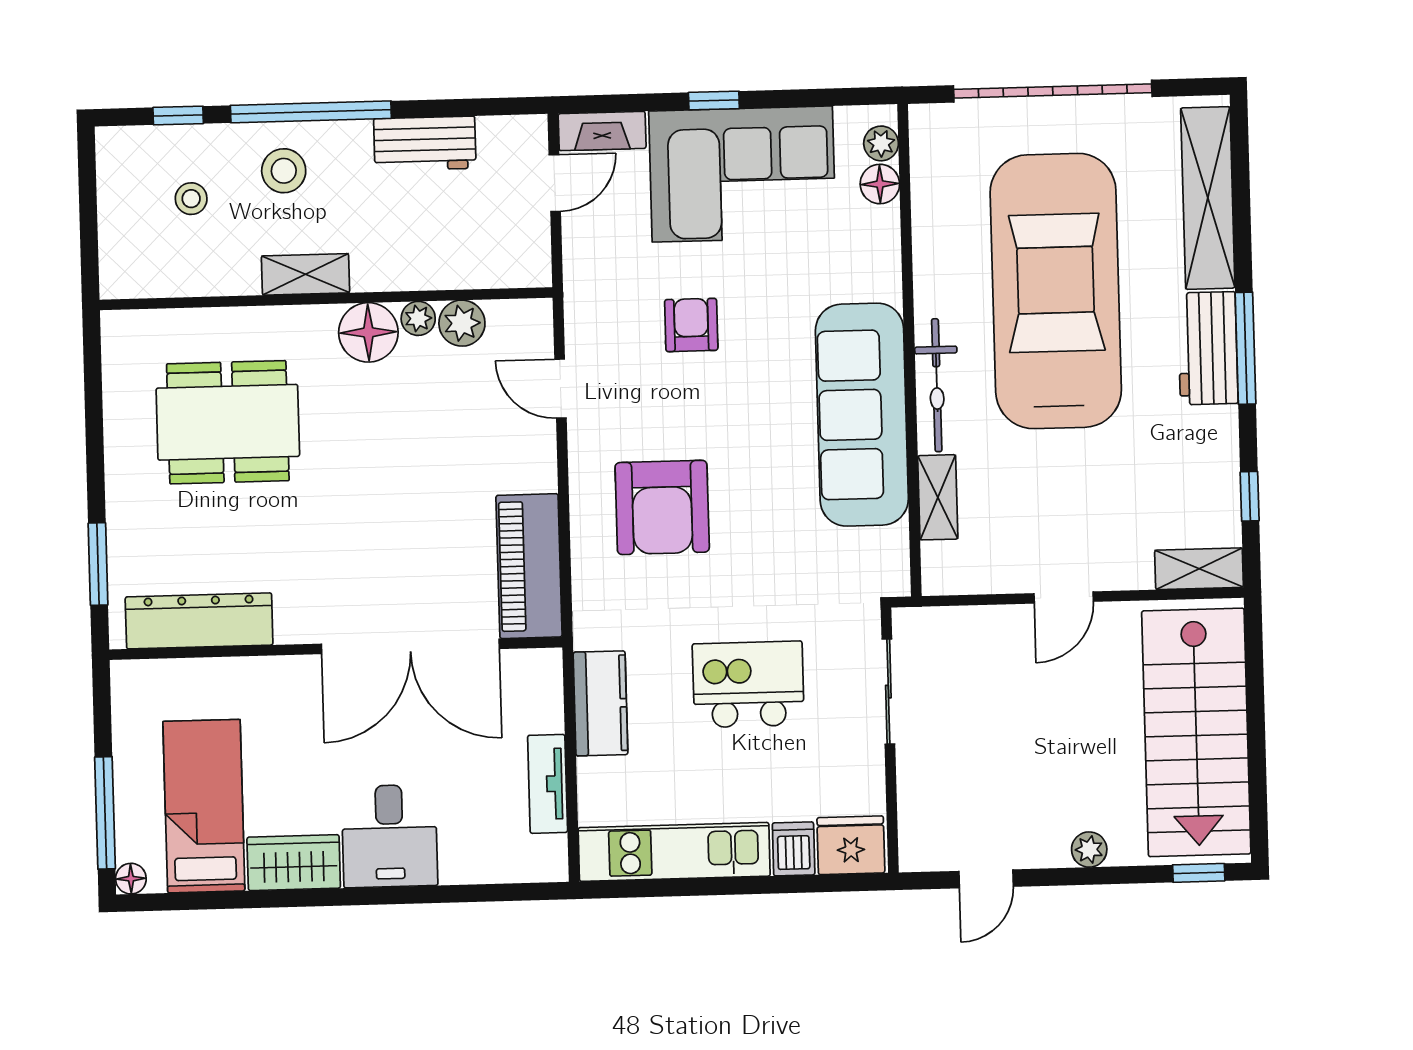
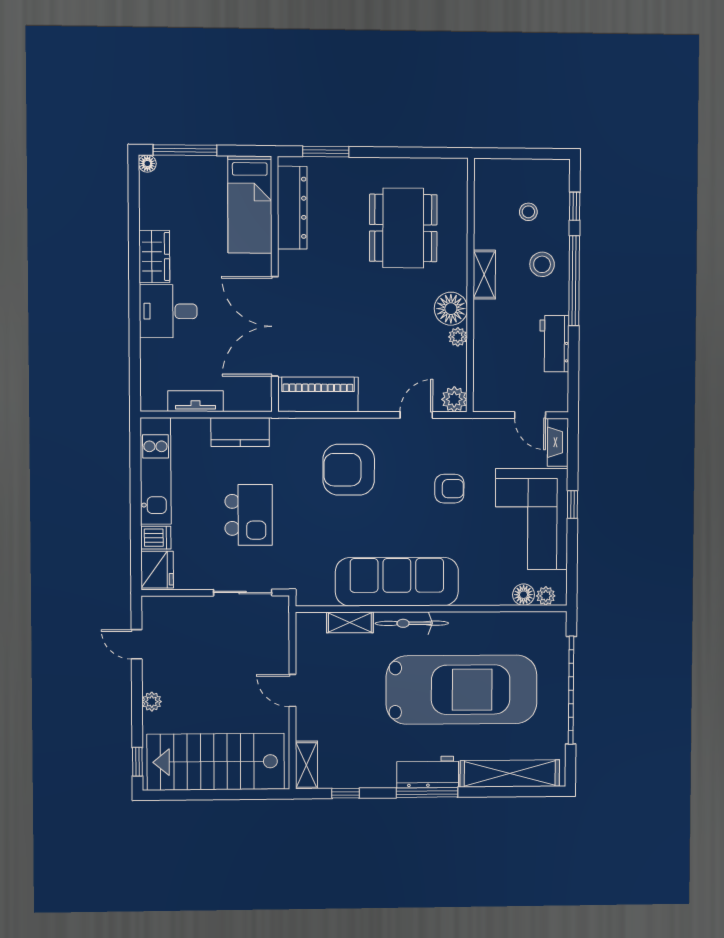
plant: (462, 323) -> (454, 399), moved
bed: (204, 806) -> (250, 205), moved, turned 90

